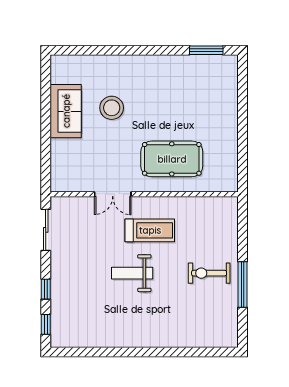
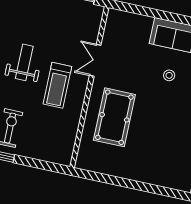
stool: (112, 108) -> (169, 75), width x0.53, depth x0.53

